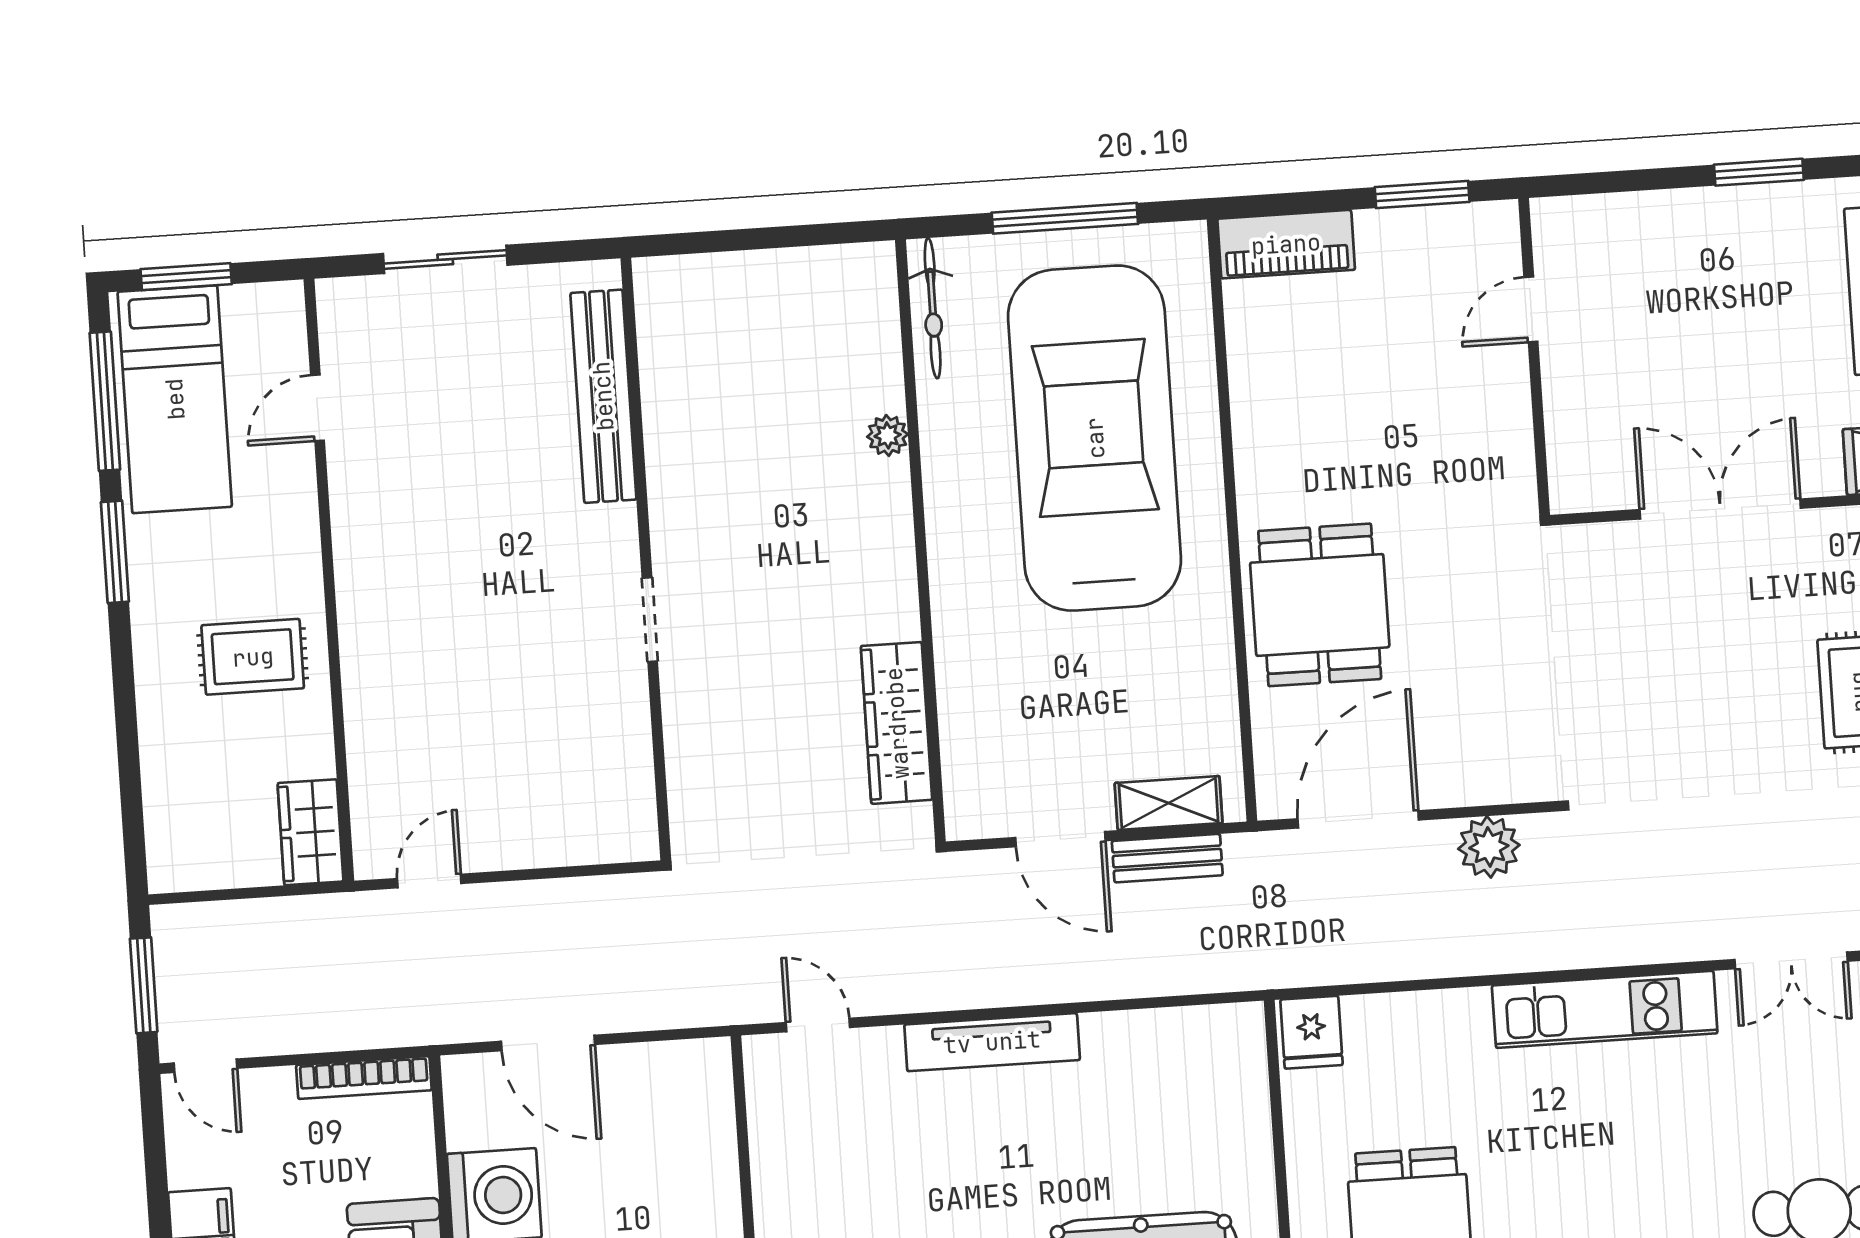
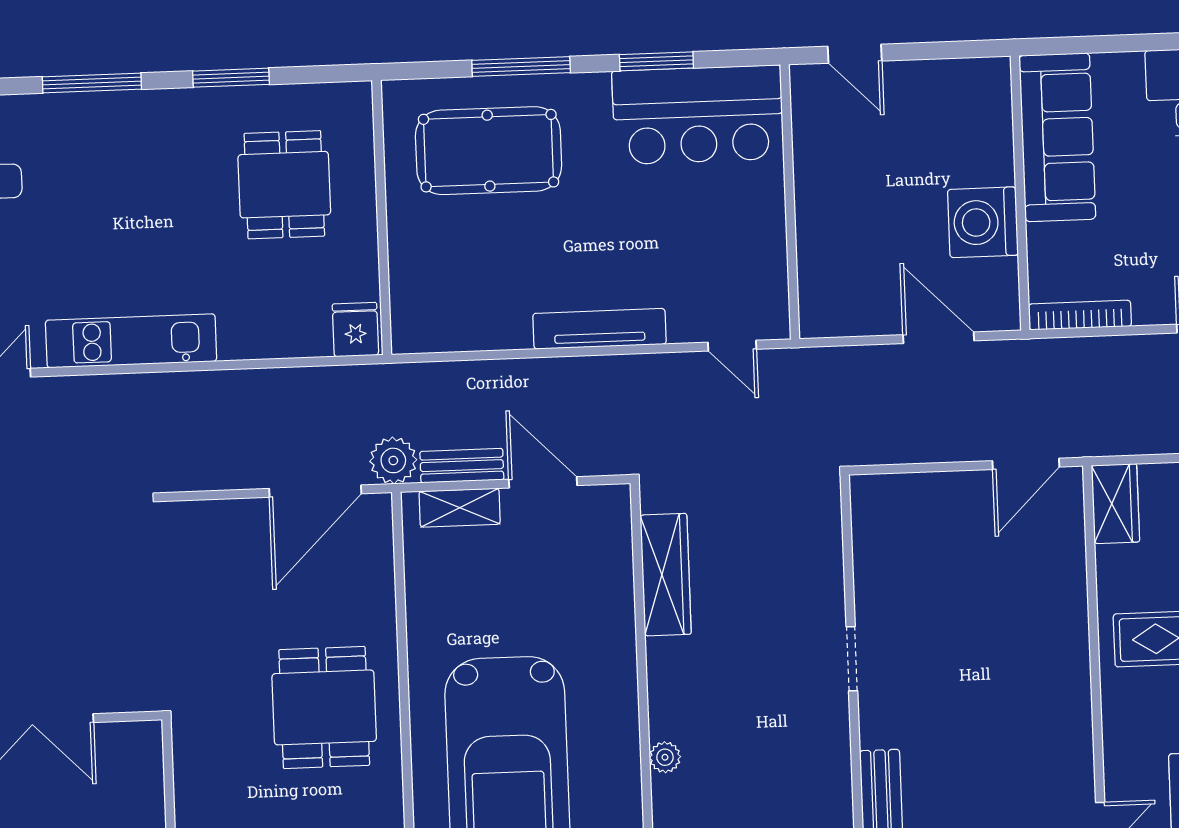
plant: (888, 435) -> (665, 757), moved
dining table: (1320, 605) -> (324, 707), moved
plant: (1489, 847) -> (393, 460), moved
door: (429, 881) -> (1026, 464), width x1.38

